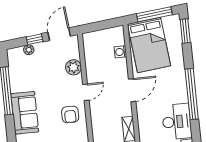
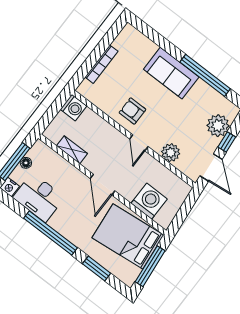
window: (185, 31) -> (97, 269), moved
plant: (29, 50) -> (218, 126), width x1.88, depth x1.88
washing machine: (120, 52) -> (149, 201), width x1.89, depth x1.89

